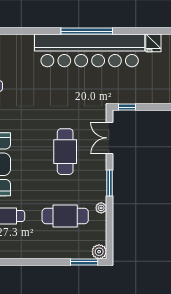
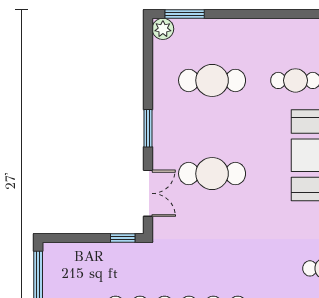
cafe table: (65, 152) -> (212, 174), turned 90
plant: (101, 208) -> (160, 92), removed

